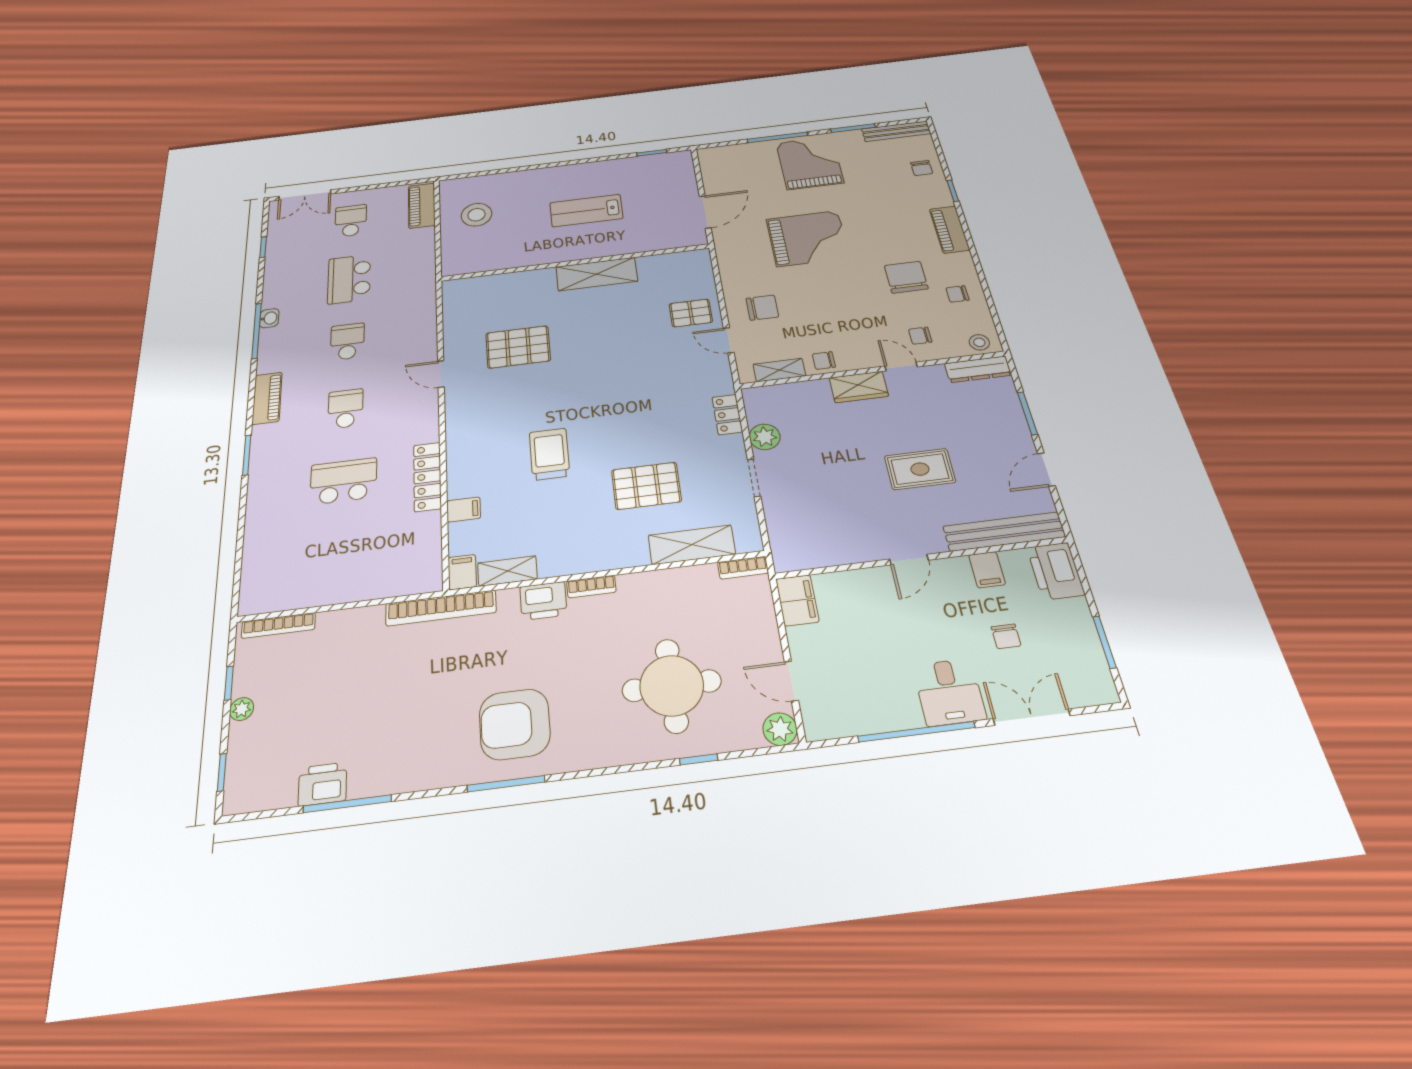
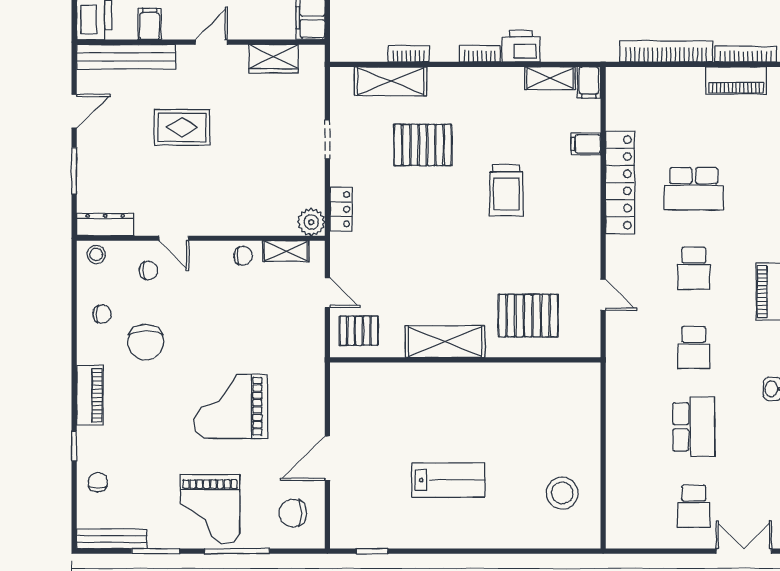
piano: (422, 206) -> (736, 80), moved, turned 90
wall: (575, 263) -> (465, 360), moved
shelving: (597, 274) -> (445, 342), moved
chair: (762, 308) -> (293, 513), moved
wardrobe: (859, 387) -> (274, 59), moved, turned 180
plant: (765, 437) -> (311, 222), moved
locker: (427, 477) -> (620, 182), width x1.41, depth x1.21
bookcase: (743, 568) -> (409, 54), moved
bookcase: (441, 608) -> (666, 51), moved

